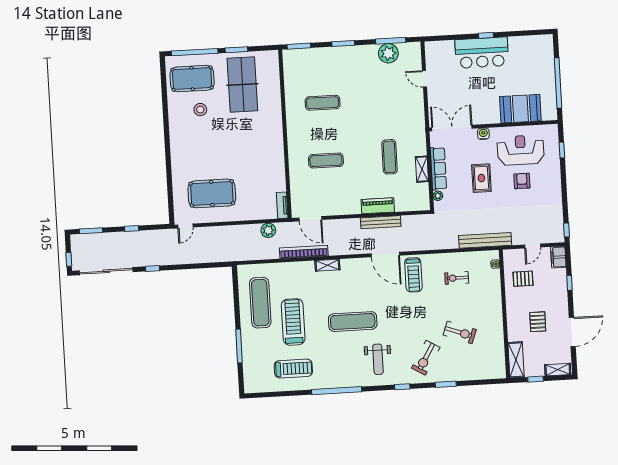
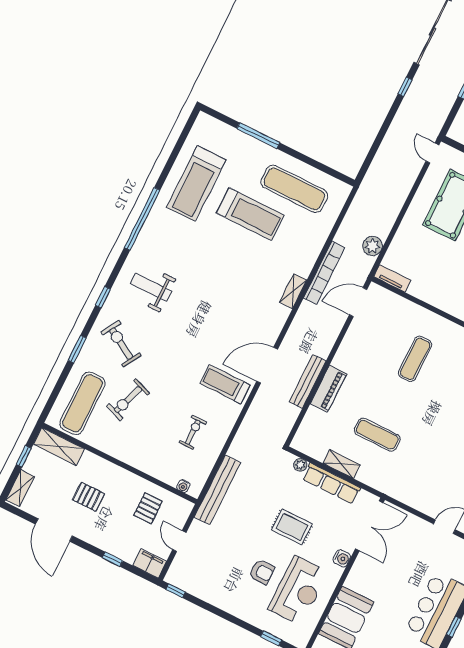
exercise mat: (353, 322) -> (83, 403), moved
treadmill: (293, 369) -> (196, 183), width x1.37, depth x1.38

